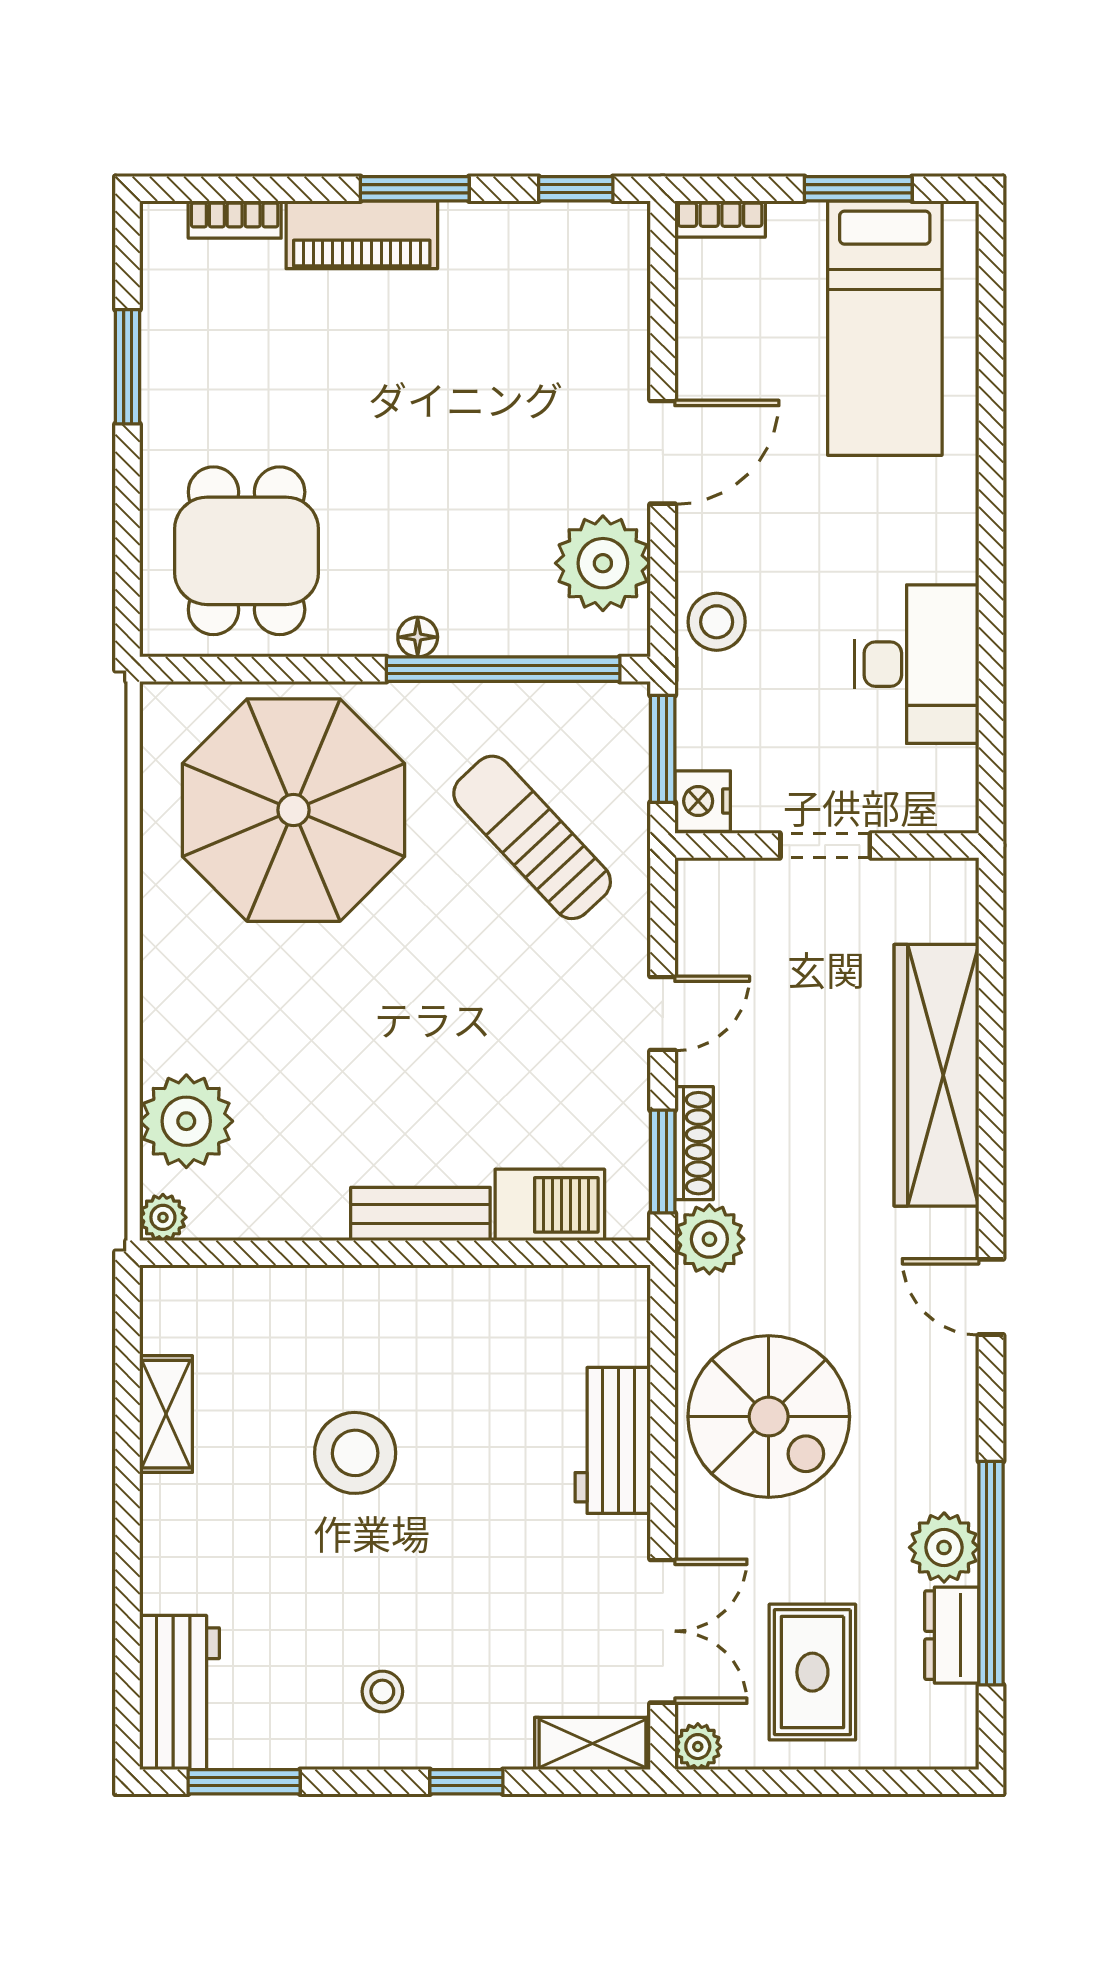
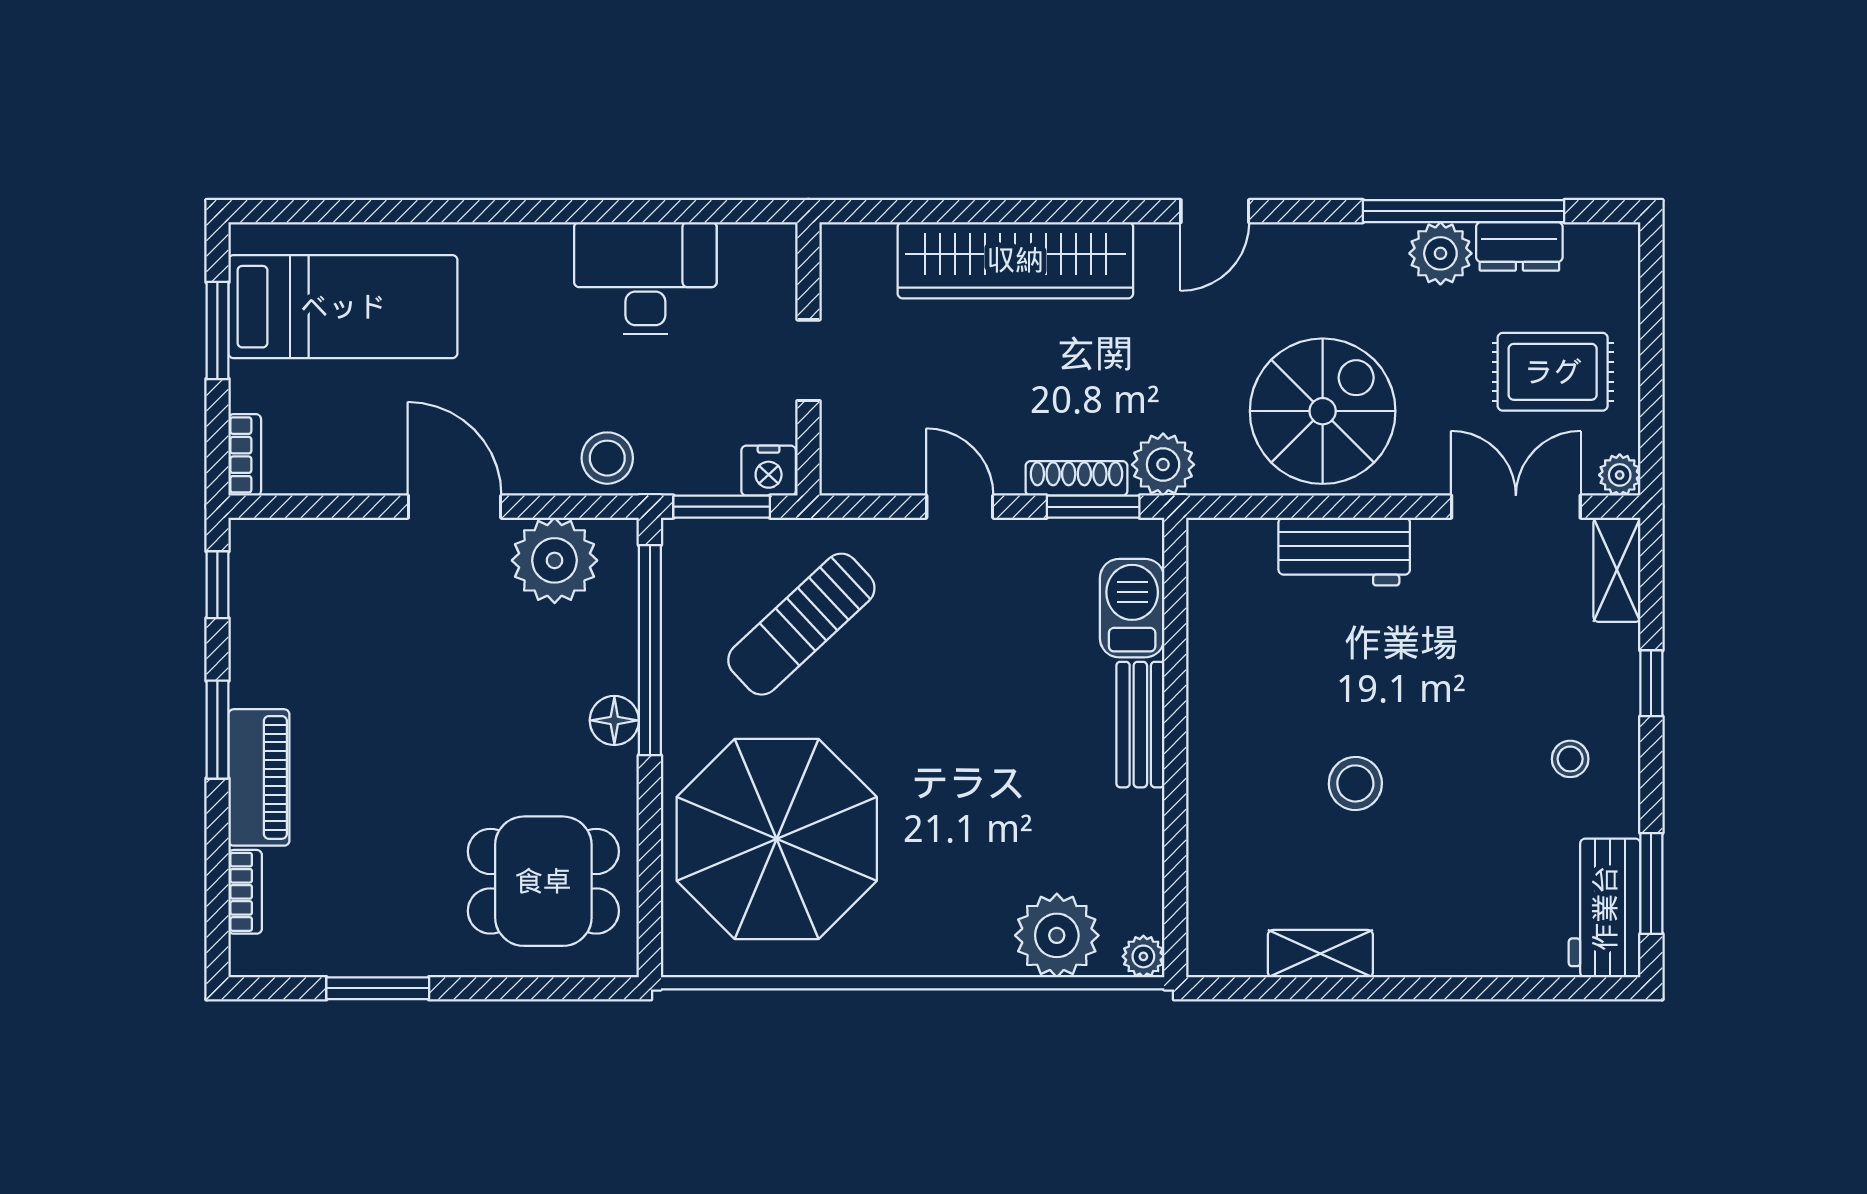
floor lamp: (418, 637) -> (614, 720), width x1.37, depth x1.37
stool: (355, 1453) -> (1355, 783), width x0.73, depth x0.73
workbench: (180, 1693) -> (1605, 908), moved, turned -90

